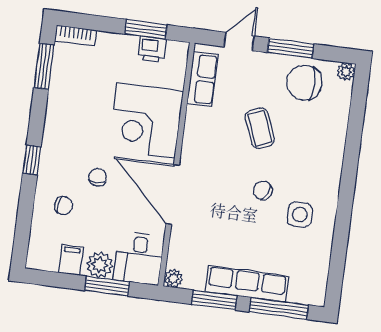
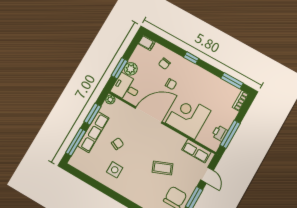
window: (146, 29) -> (230, 134), width x1.44
chair: (263, 190) -> (117, 144), moved
filing cabinet: (71, 260) -> (147, 43), moved

